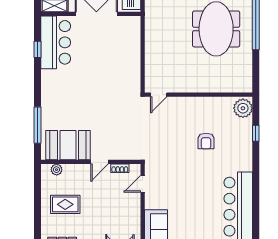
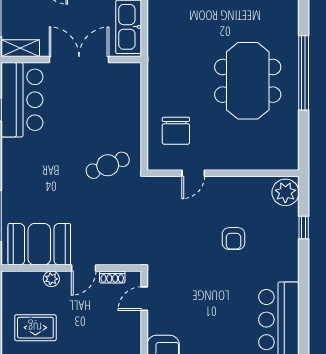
chair: (165, 64) -> (176, 131), added
cafe table: (117, 89) -> (108, 165), added
door: (159, 95) -> (193, 173), moved
plant: (57, 170) -> (51, 279), moved

